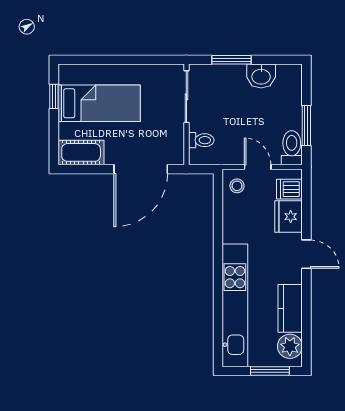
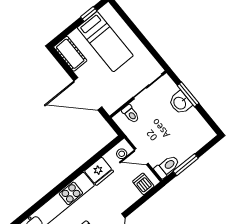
washbasin: (261, 76) -> (180, 103), moved
door: (258, 167) -> (141, 157), swing flipped
fridge: (288, 217) -> (99, 171), moved, turned 180

